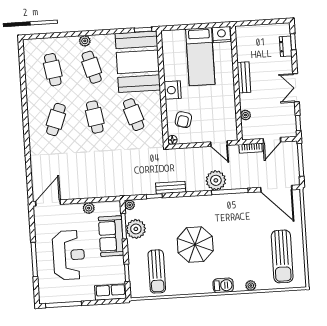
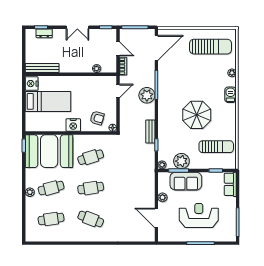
bench: (244, 77) -> (42, 68), moved, width x1.36
door: (48, 203) -> (156, 218), moved

